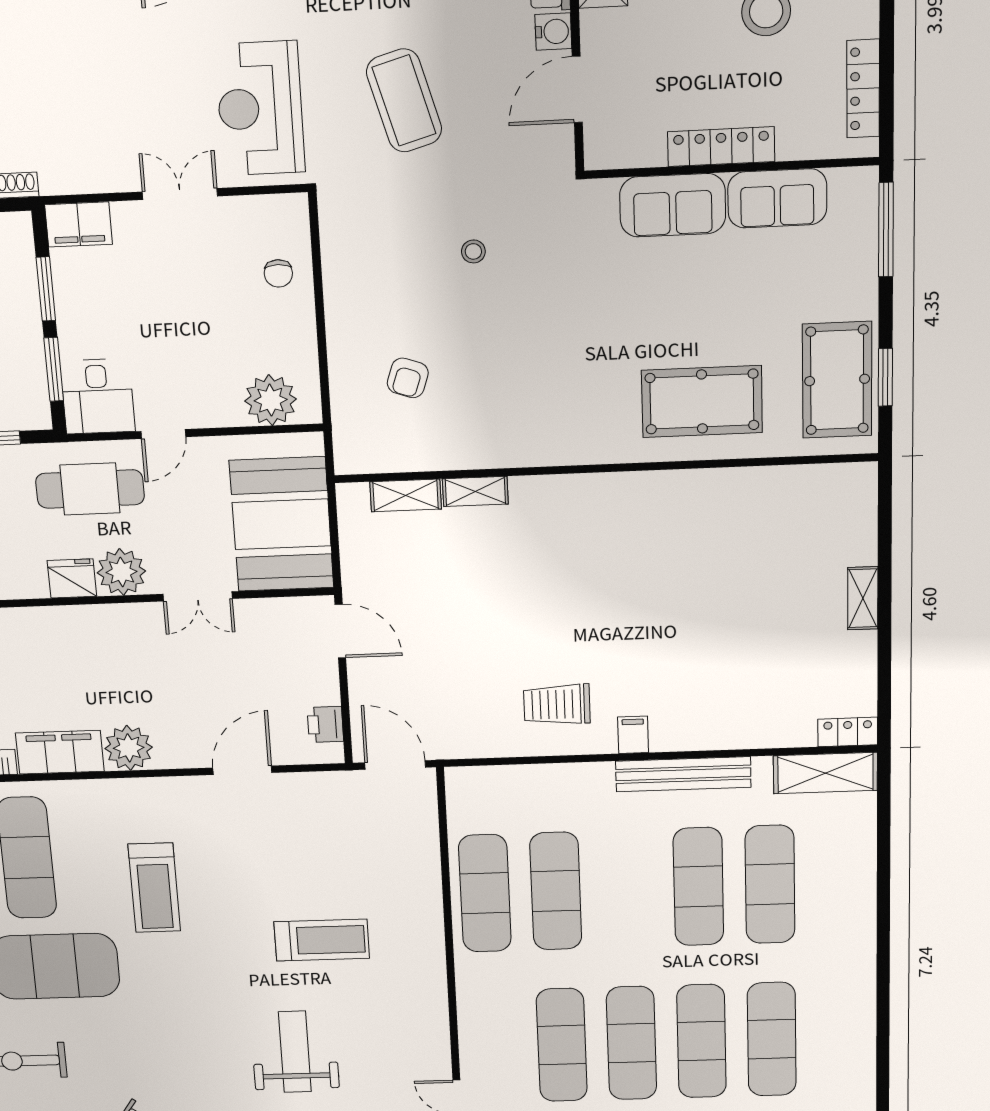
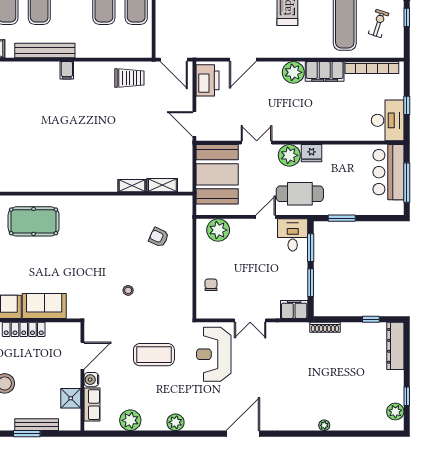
coffee table: (404, 101) -> (154, 355), turned -74
reception desk: (260, 108) -> (214, 354), turned 180
armchair: (408, 378) -> (159, 237), turned -84
trolley: (557, 704) -> (129, 78), moved
printer: (325, 724) -> (208, 80), width x1.87, depth x1.48

